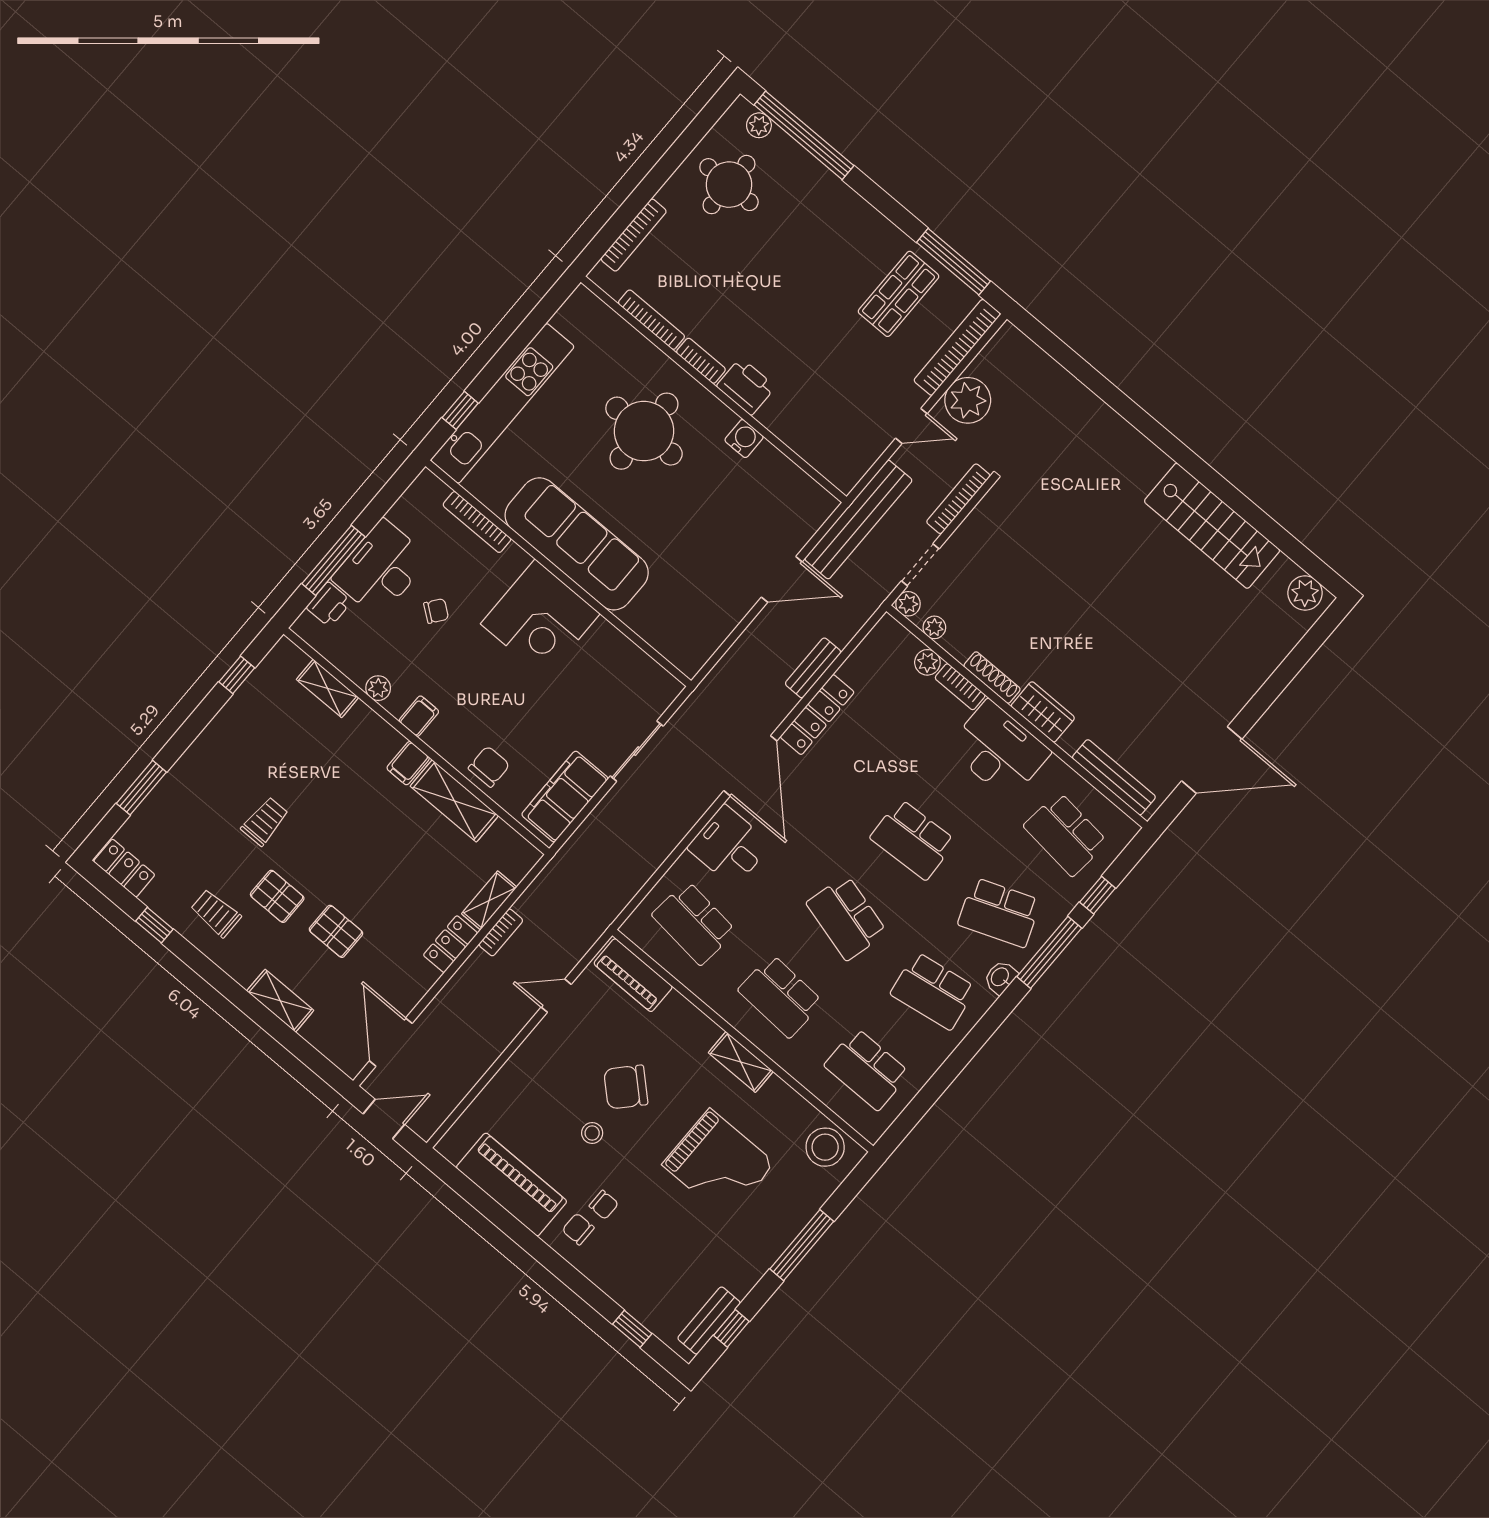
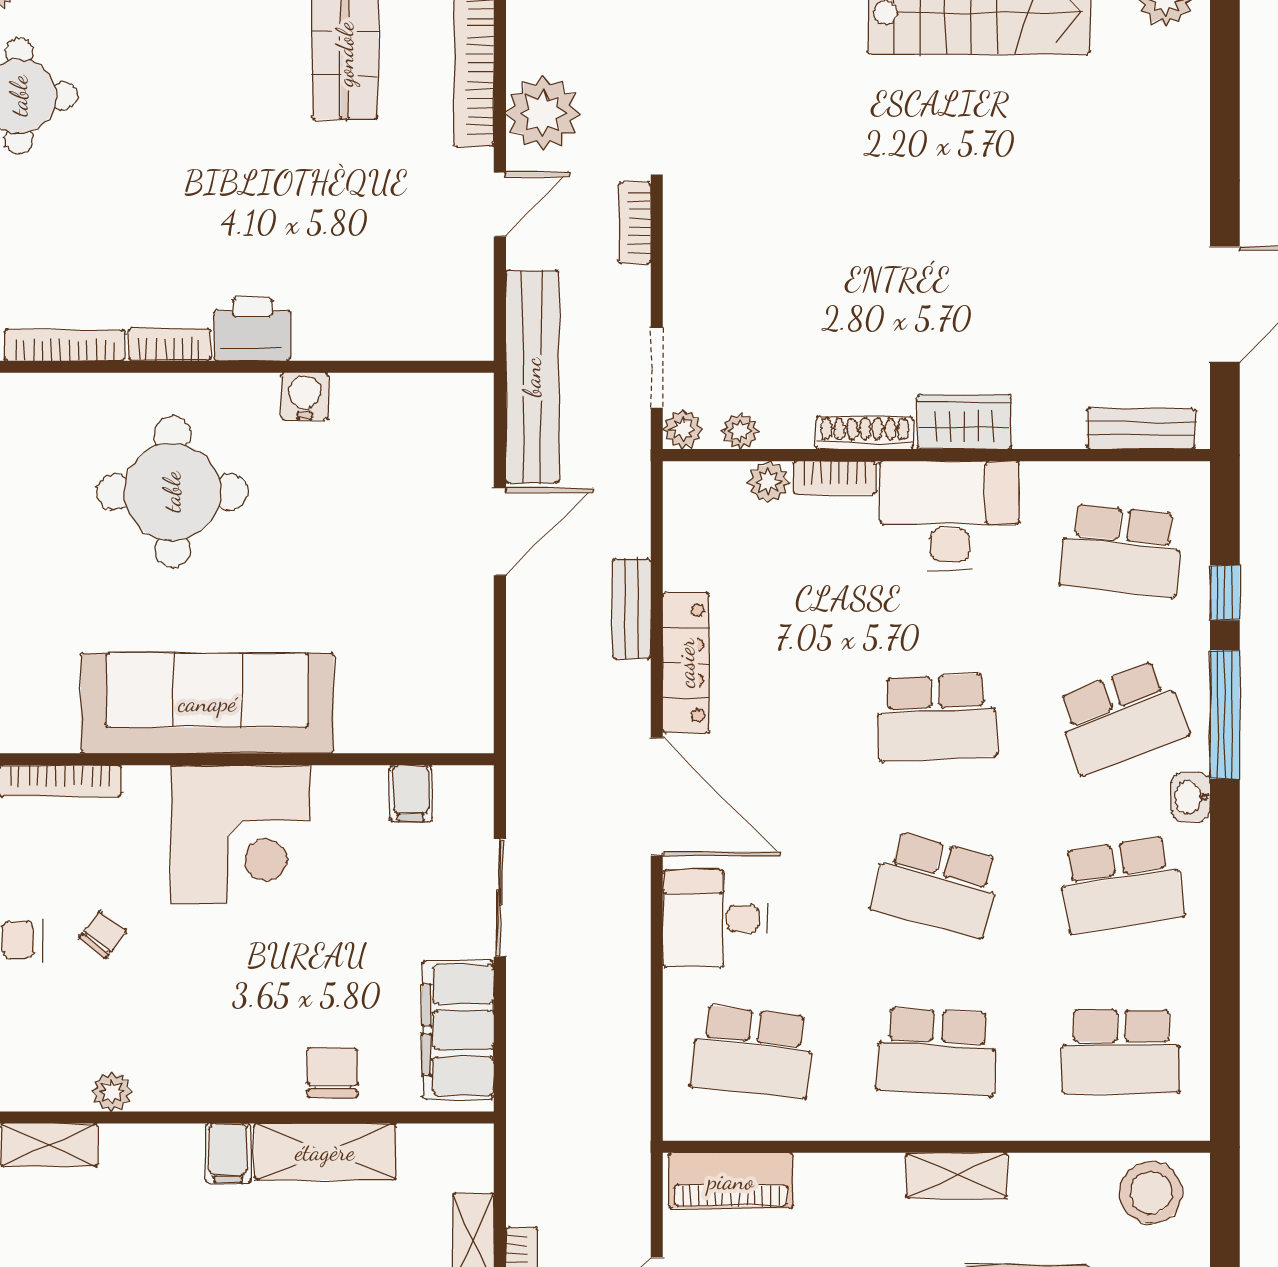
bookcase: (958, 499) -> (635, 223), width x0.64
filing cabinet: (419, 716) -> (411, 793), moved, turned 180
bench: (1114, 777) -> (1141, 429), width x0.73

